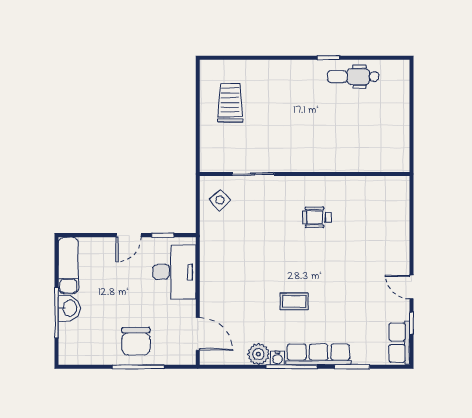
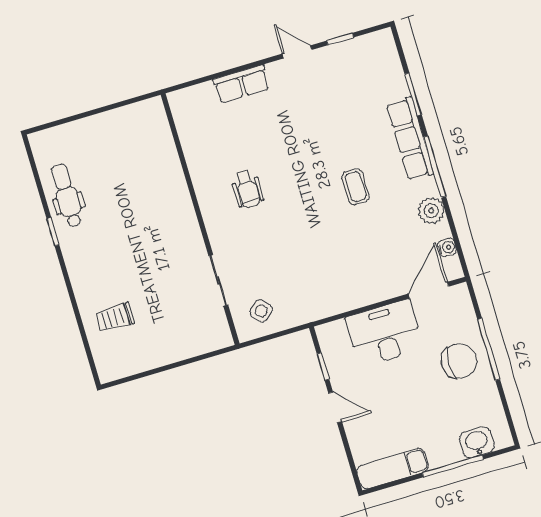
dental chair: (353, 77) -> (67, 196), turned 180
trolley: (230, 103) -> (115, 317), moved, width x0.73, depth x0.72
desk: (174, 272) -> (384, 333), moved
door: (411, 287) -> (297, 52), swing flipped
washbasin: (69, 308) -> (477, 442), moved
row of seats: (399, 343) -> (242, 84), moved
water cooler: (277, 358) -> (447, 247), moved

